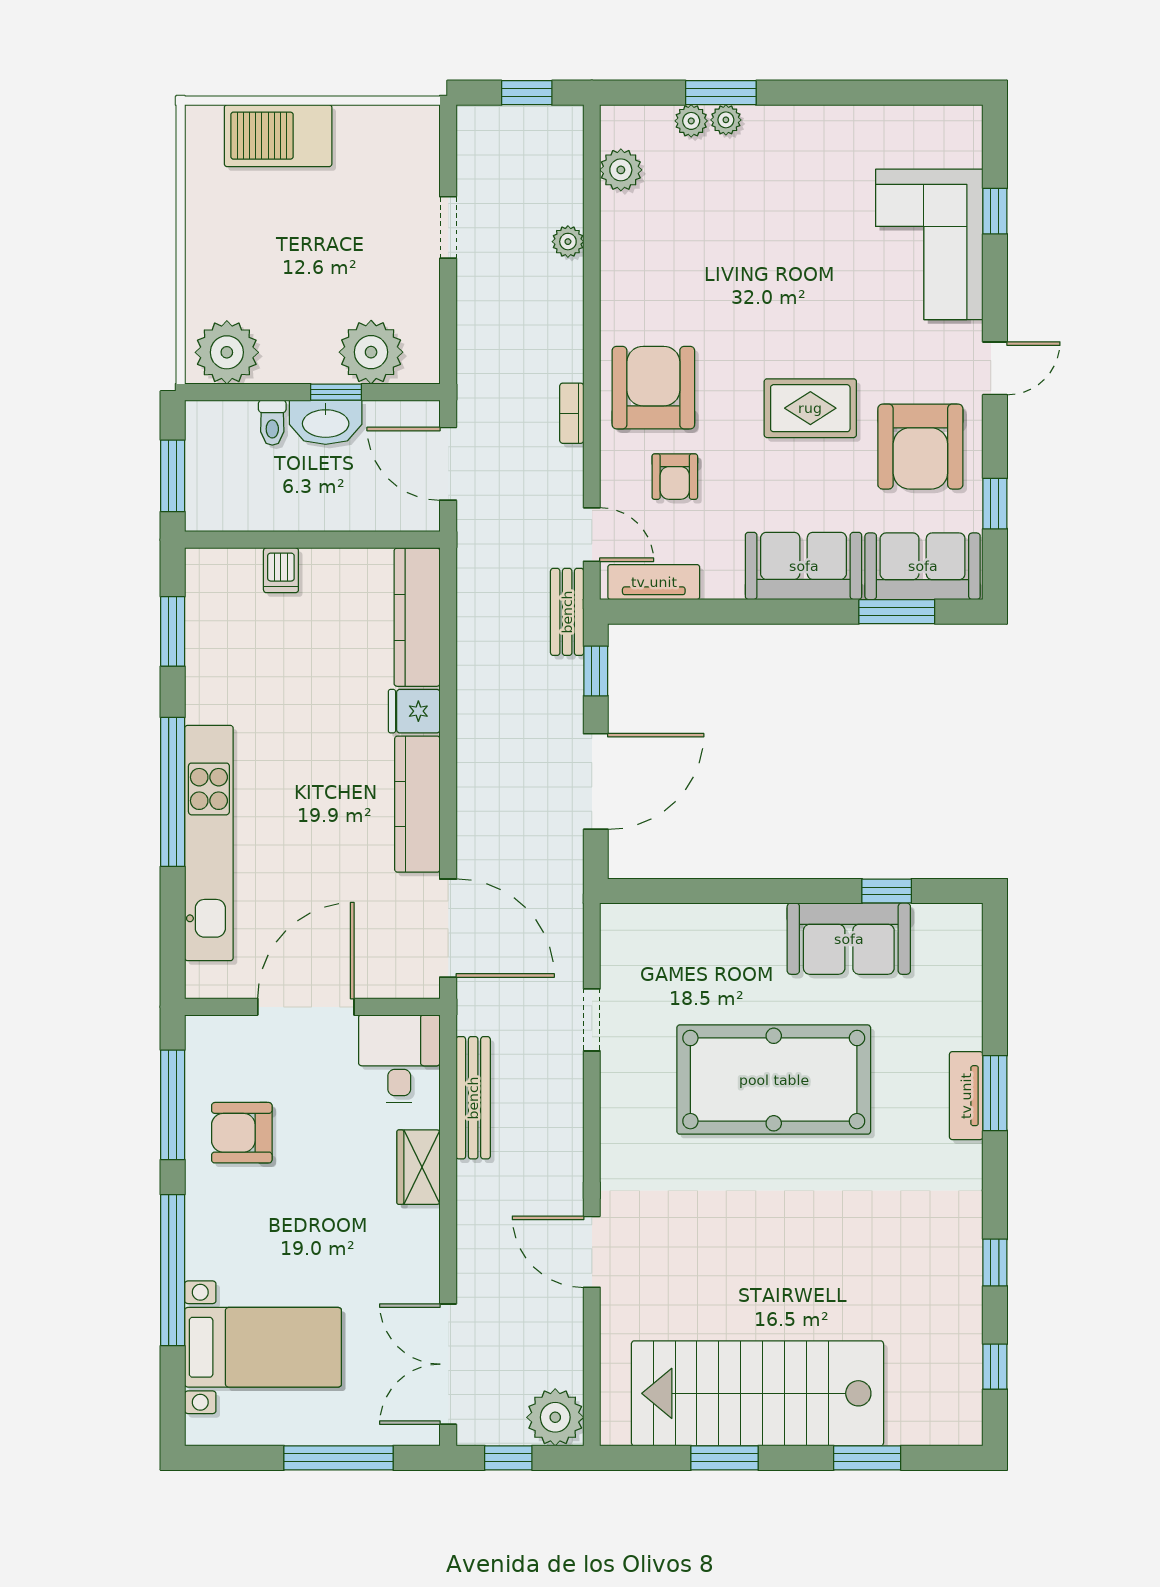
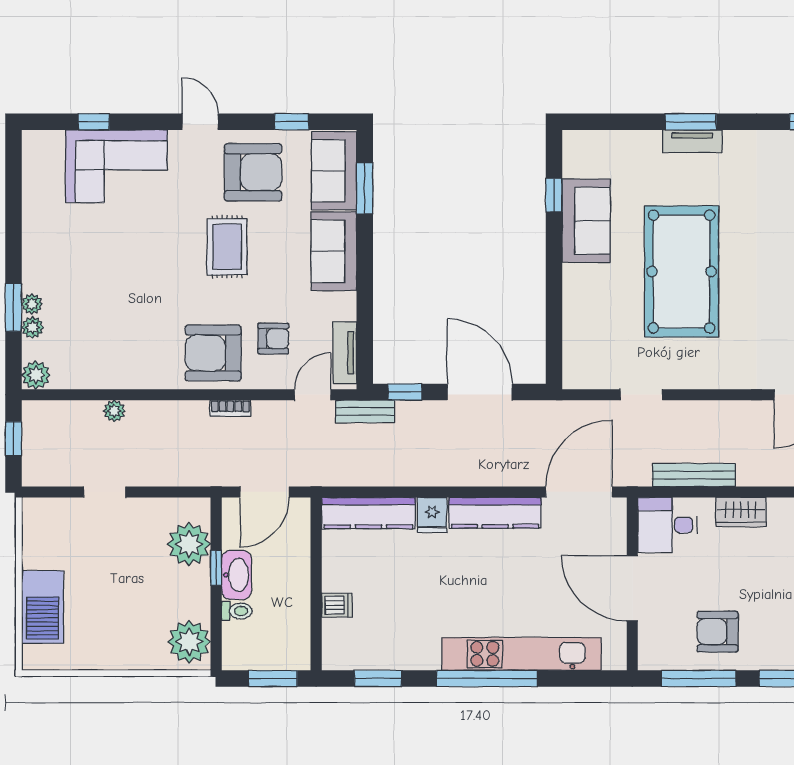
plant: (621, 170) -> (36, 375), moved
armchair: (242, 1133) -> (718, 632), turned 90

